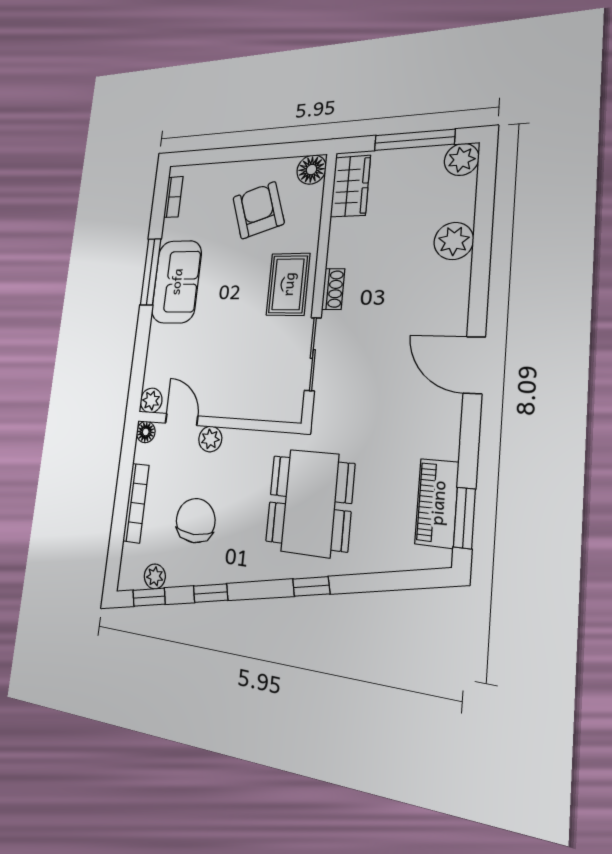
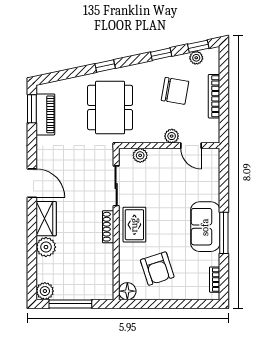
wardrobe: (350, 186) -> (46, 219), moved, turned 180
shoe rack: (333, 289) -> (108, 227), width x1.43
plant: (151, 400) -> (140, 155), moved
floor lamp: (146, 432) -> (214, 137), removed
chair: (196, 521) -> (175, 91), turned -80

